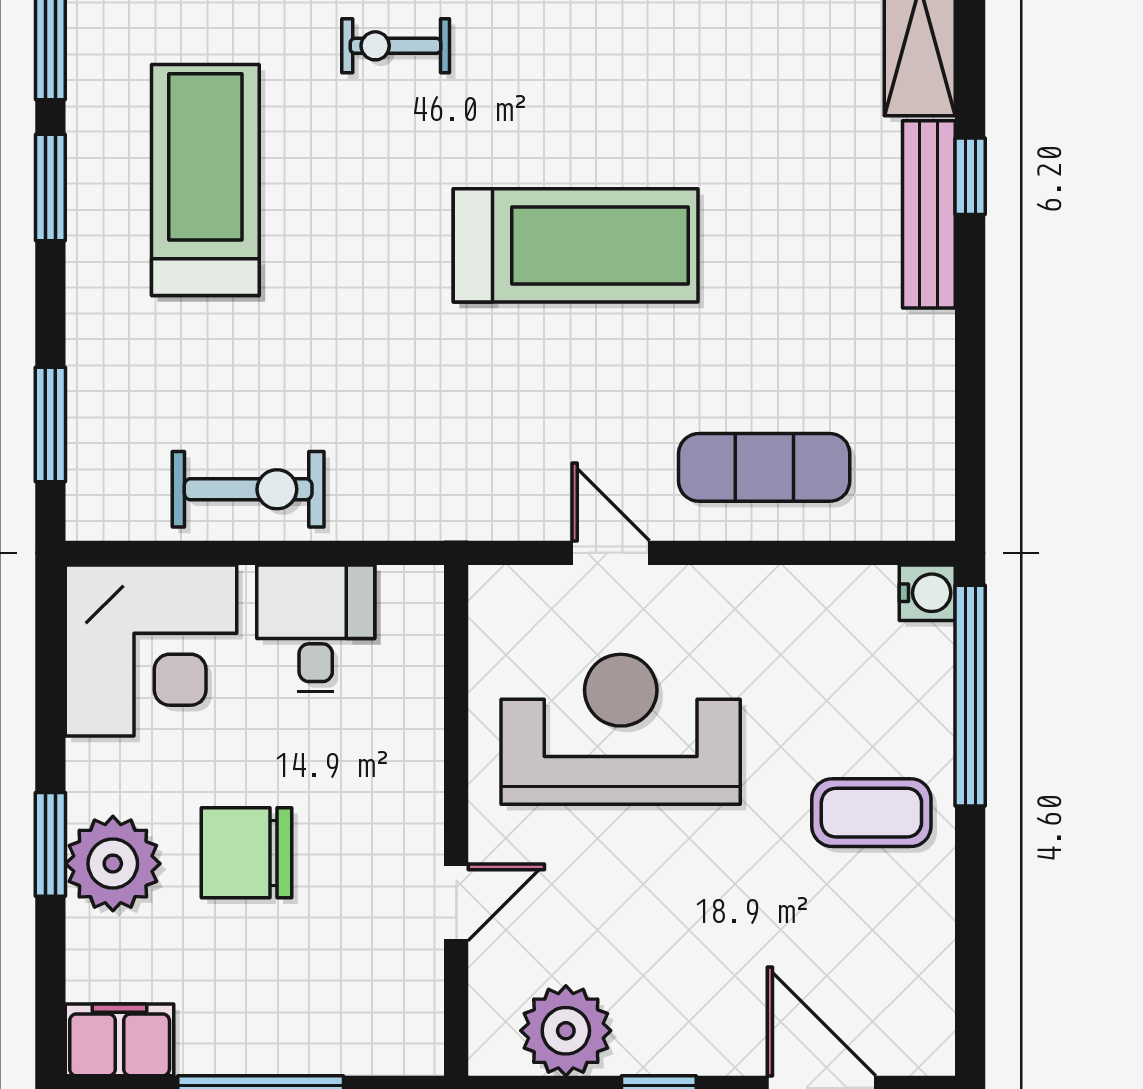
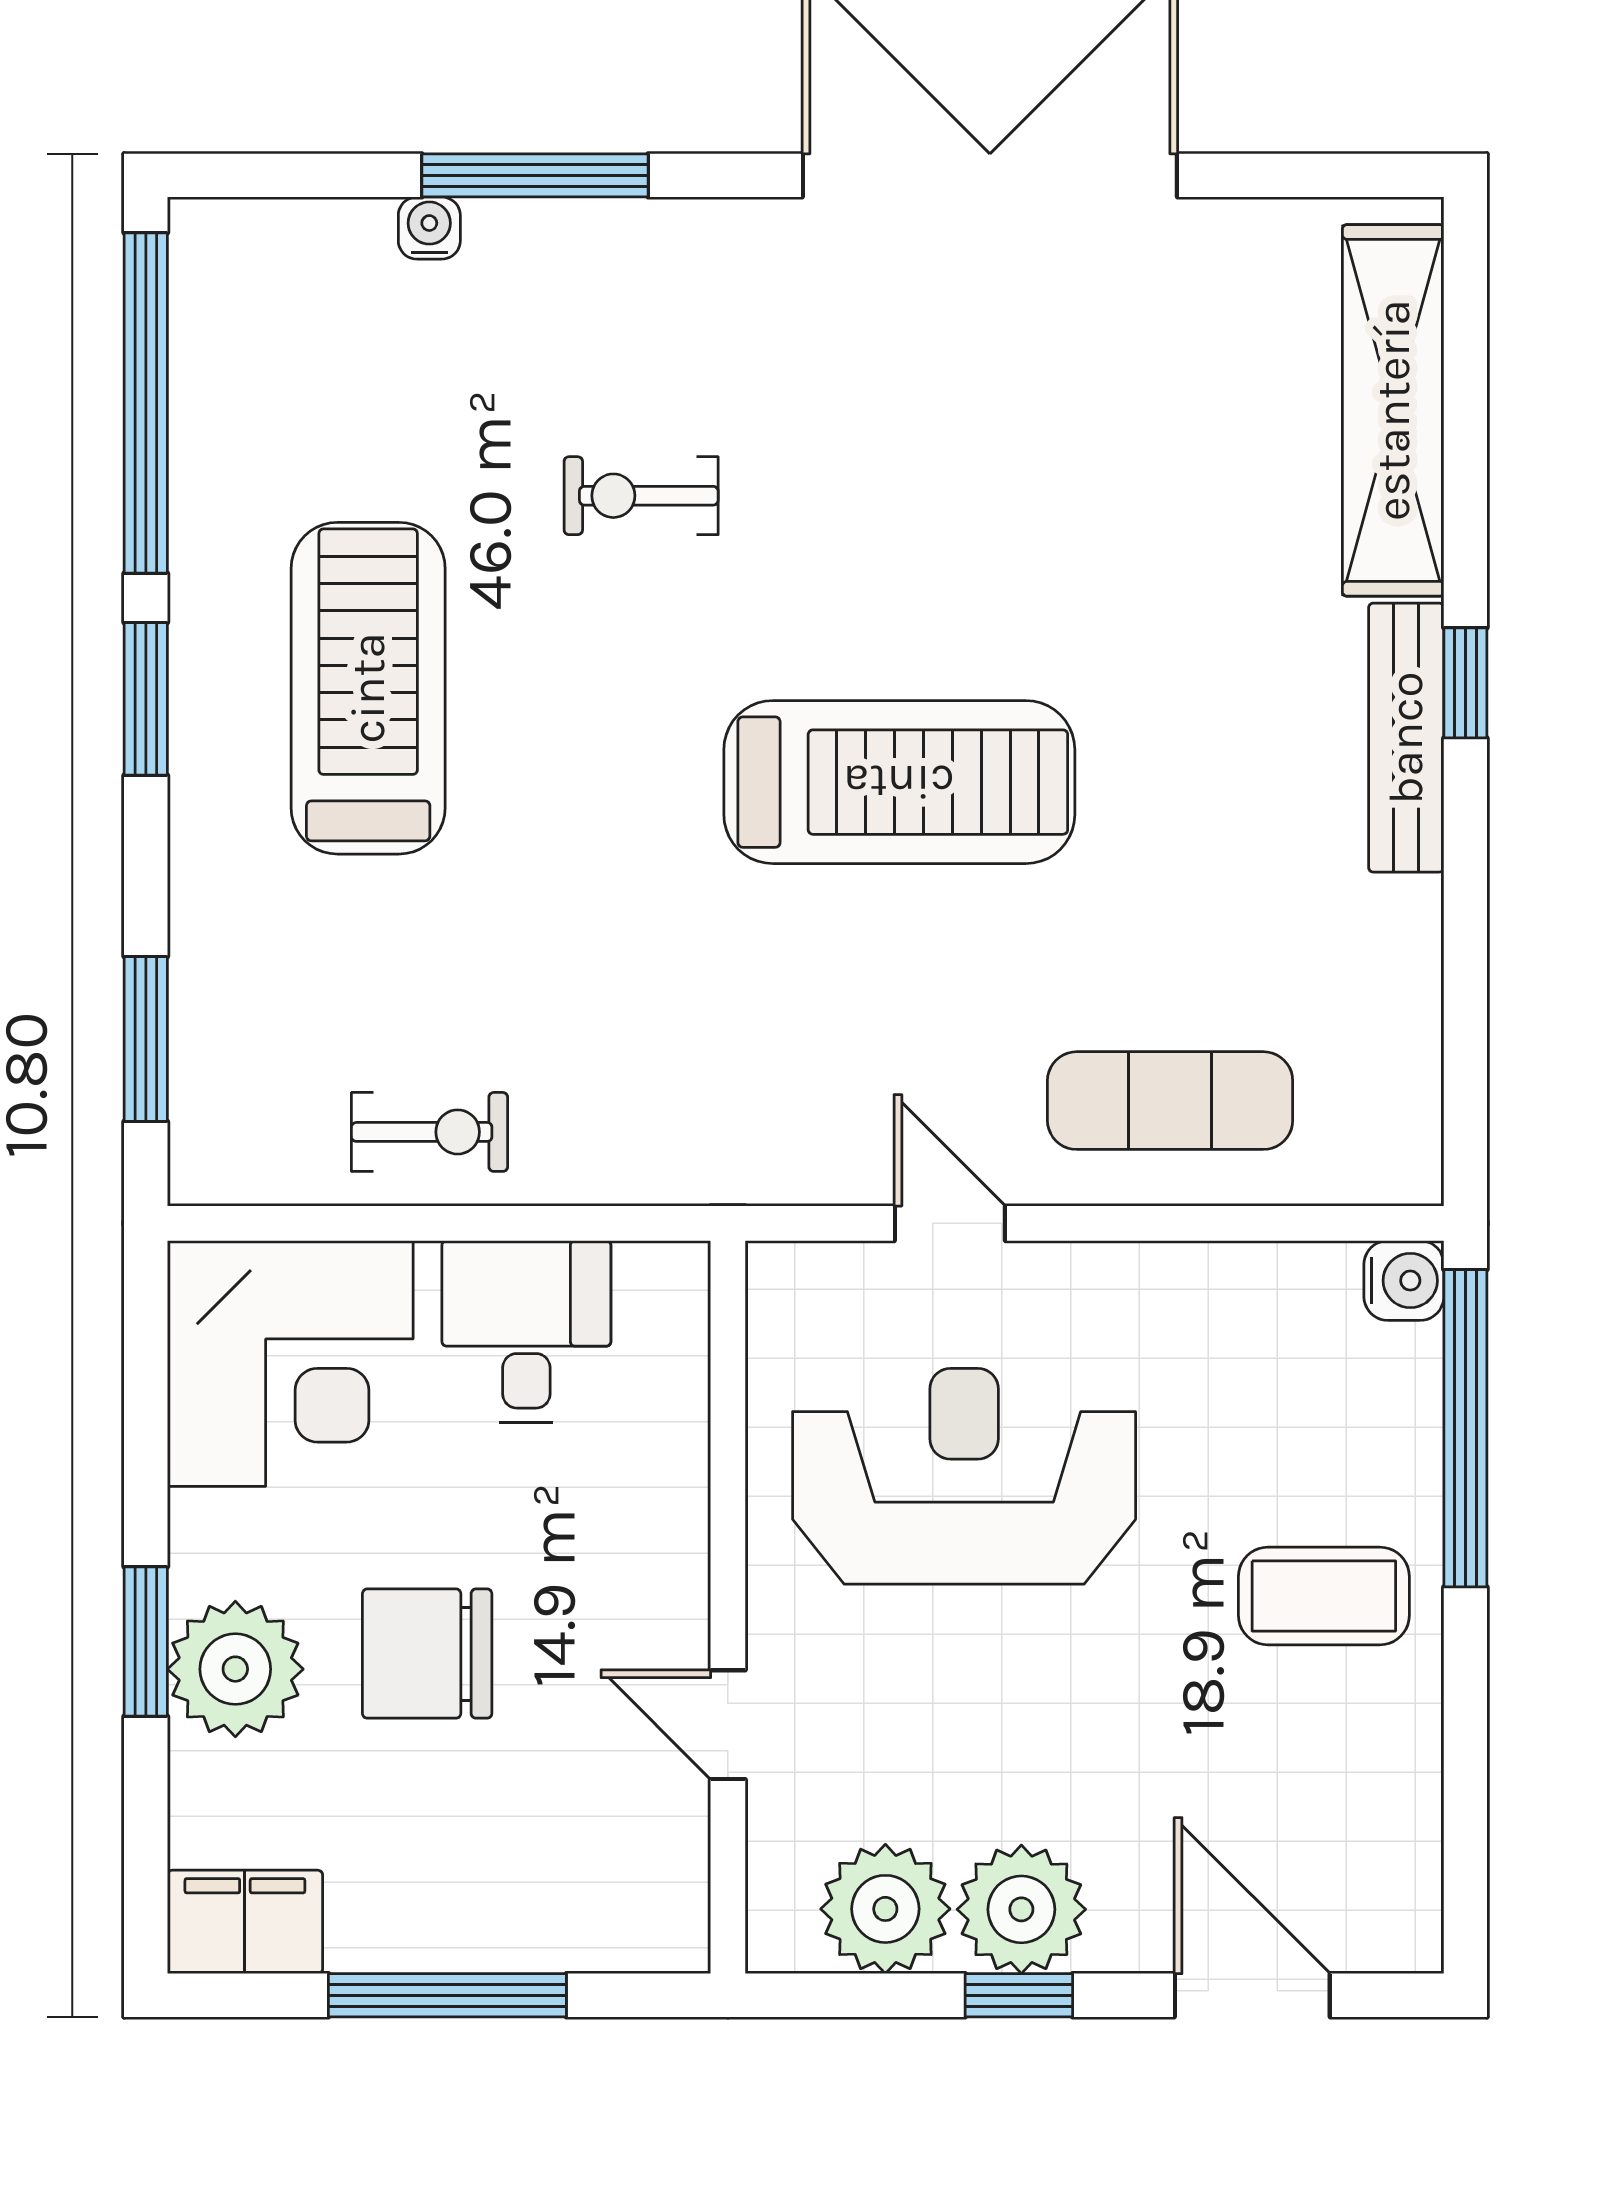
exercise bike: (248, 489) -> (430, 1132), width x0.73, depth x0.72
door: (456, 902) -> (728, 1725), swing flipped
plant: (661, 1031) -> (1021, 1909), added

